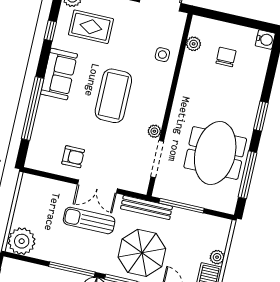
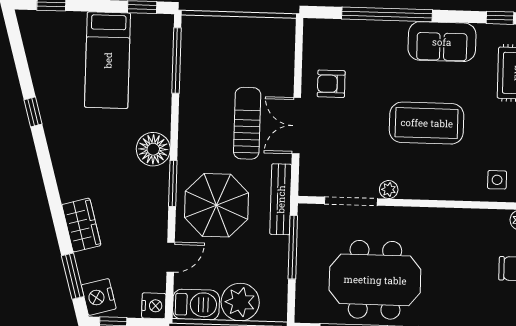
armchair: (73, 157) -> (331, 84), turned 90
plant: (22, 241) -> (200, 35), removed
plant: (217, 257) -> (240, 302), width x1.87, depth x1.87
window: (72, 269) -> (176, 61), moved

